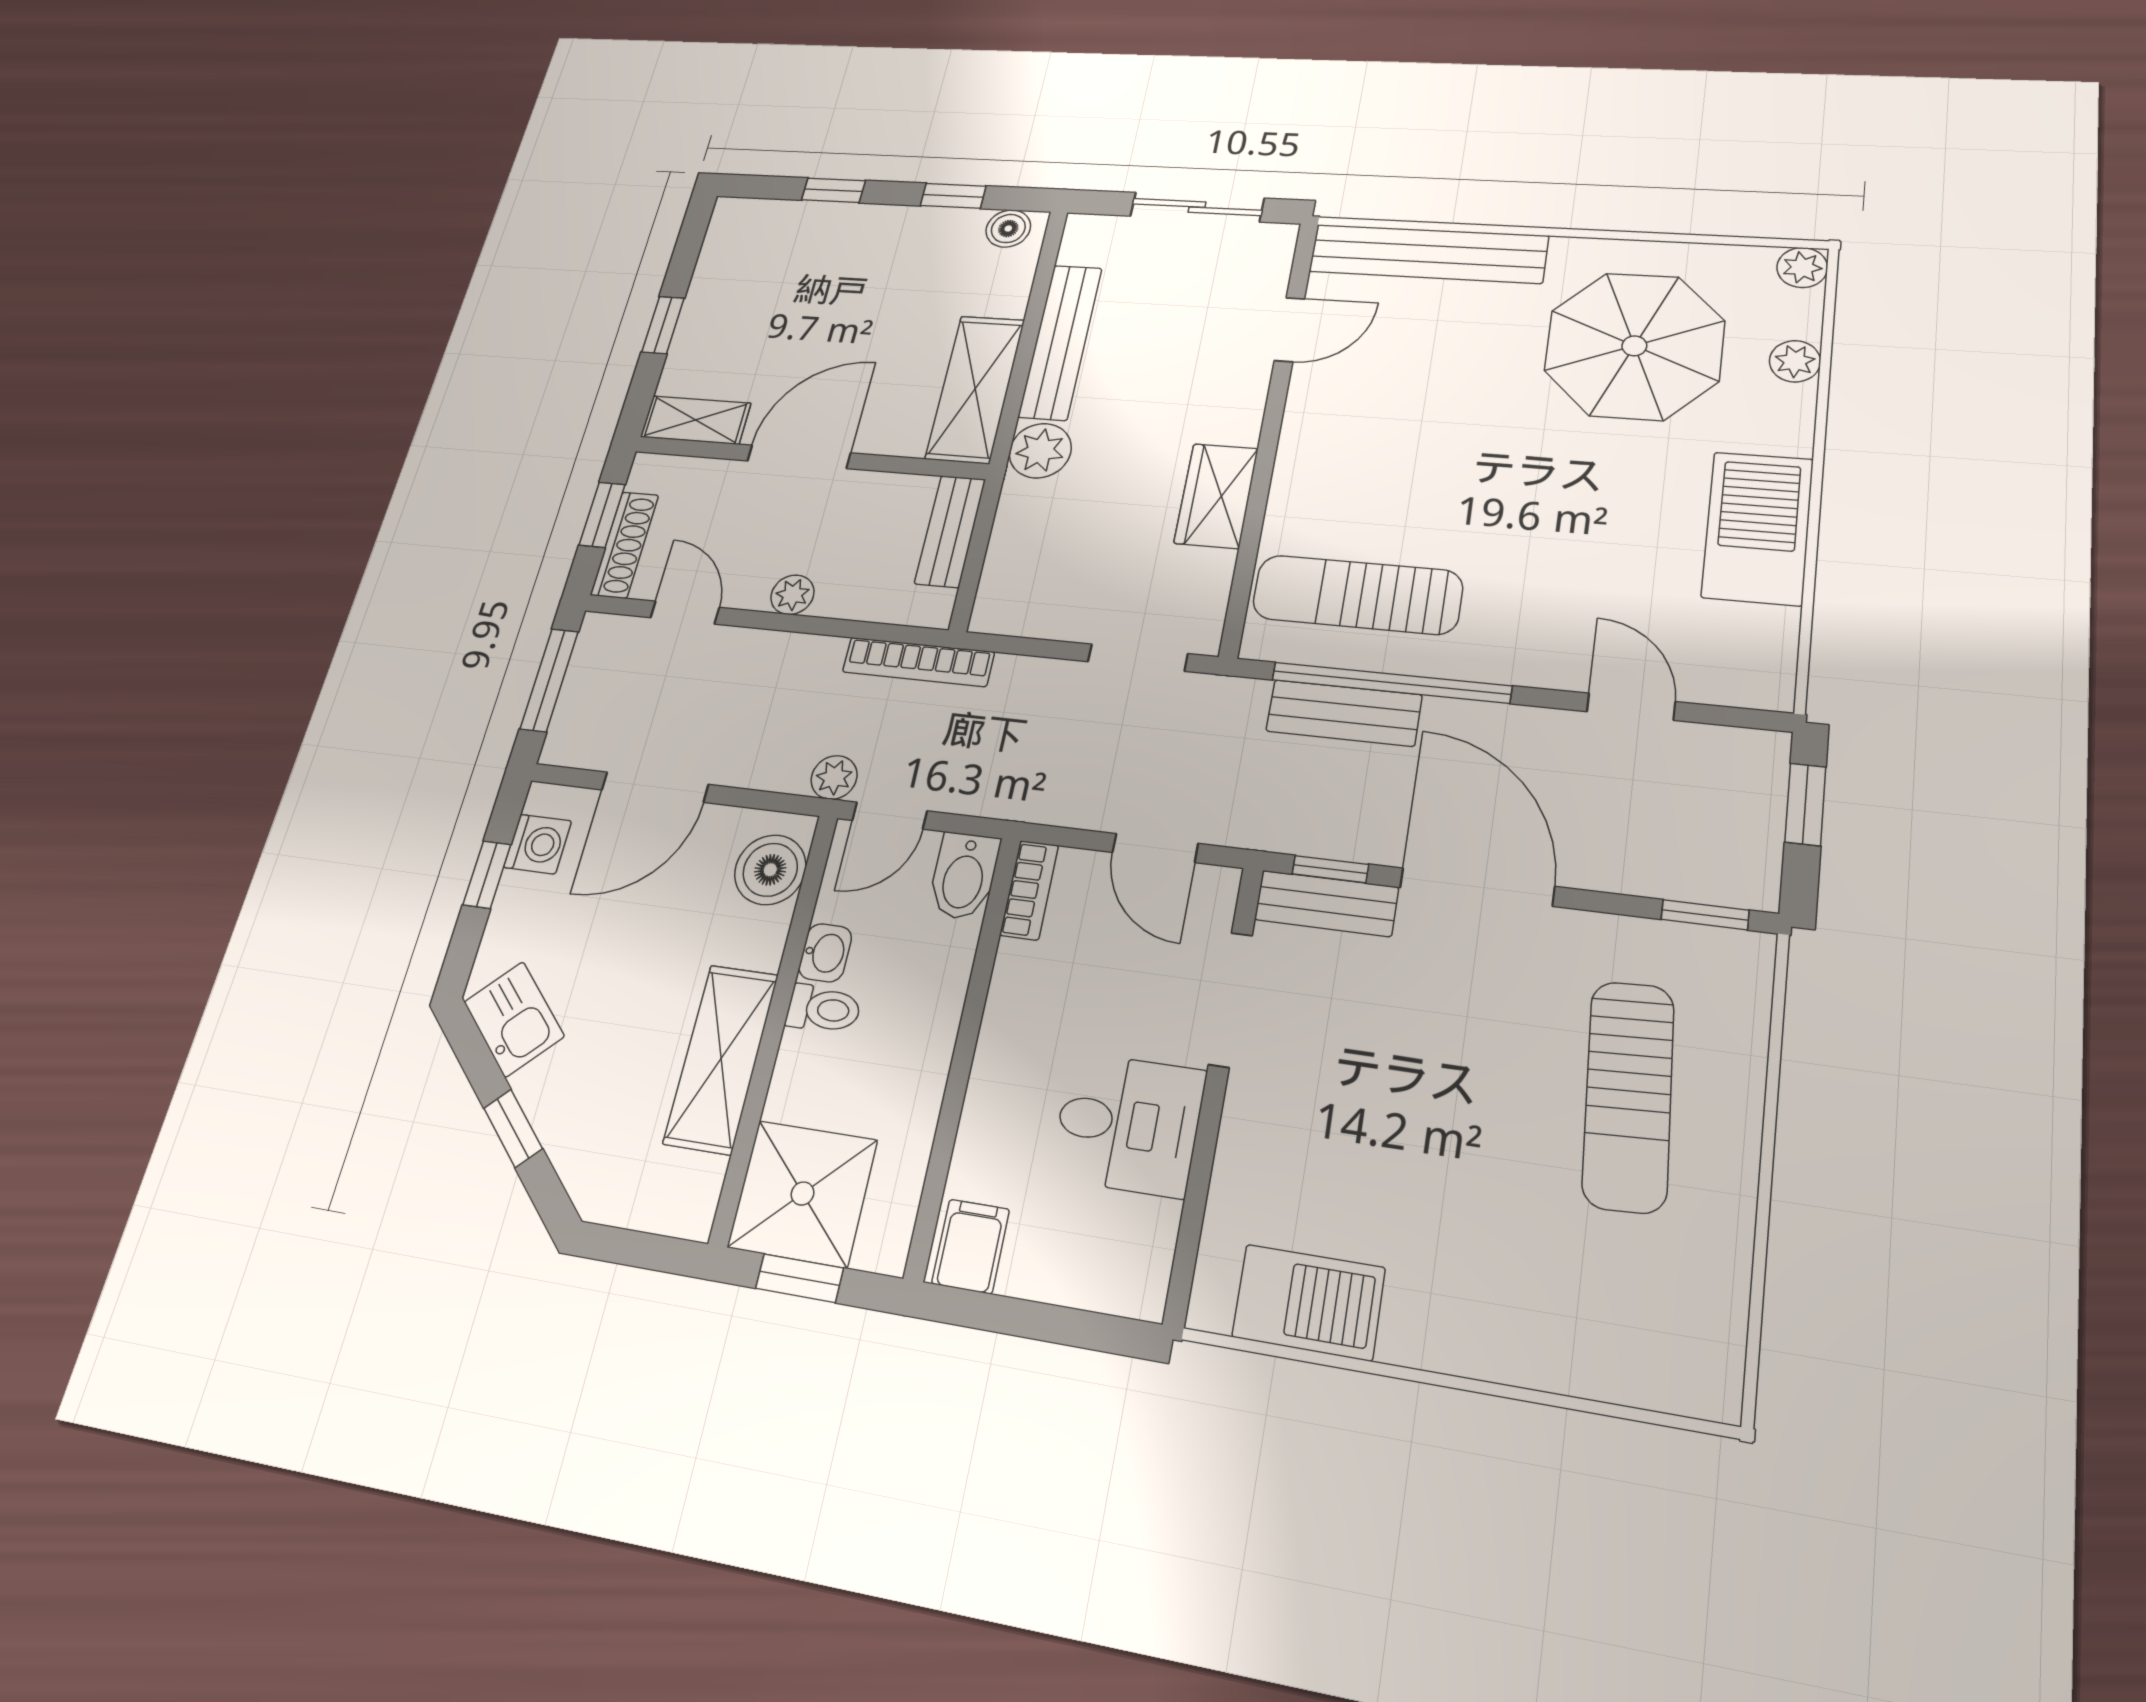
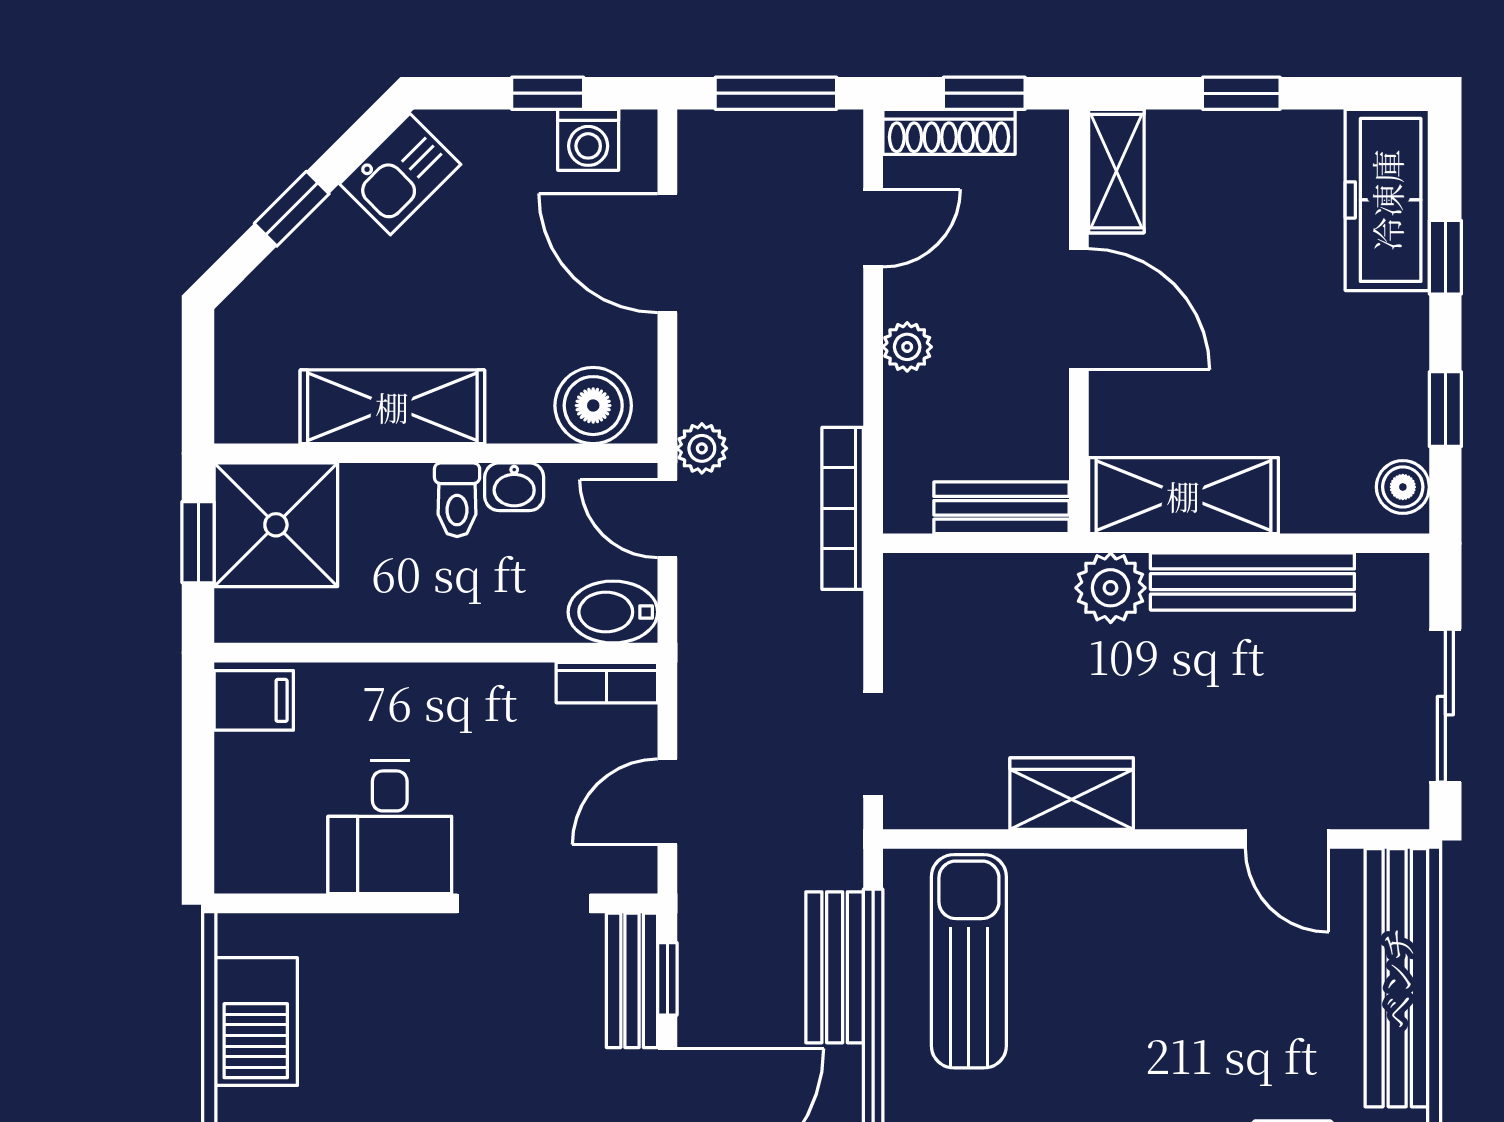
freezer: (777, 228) -> (1387, 200), added

